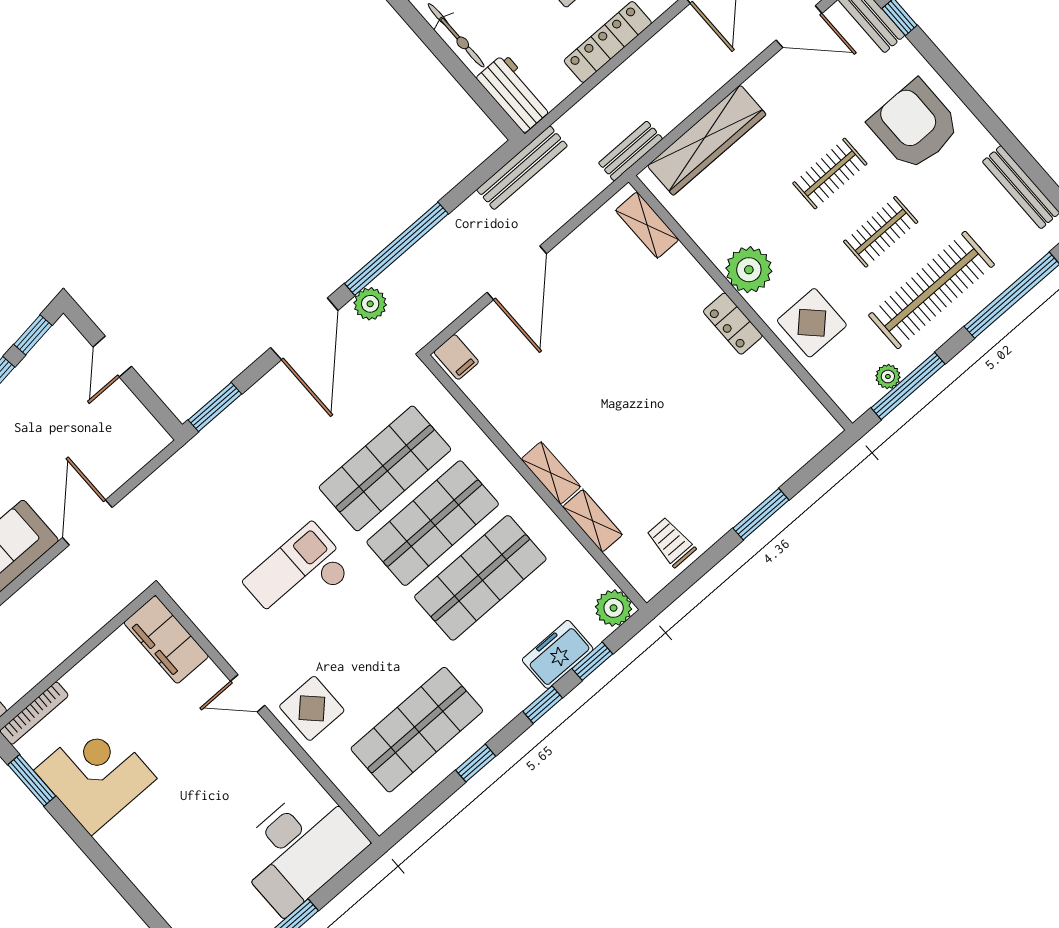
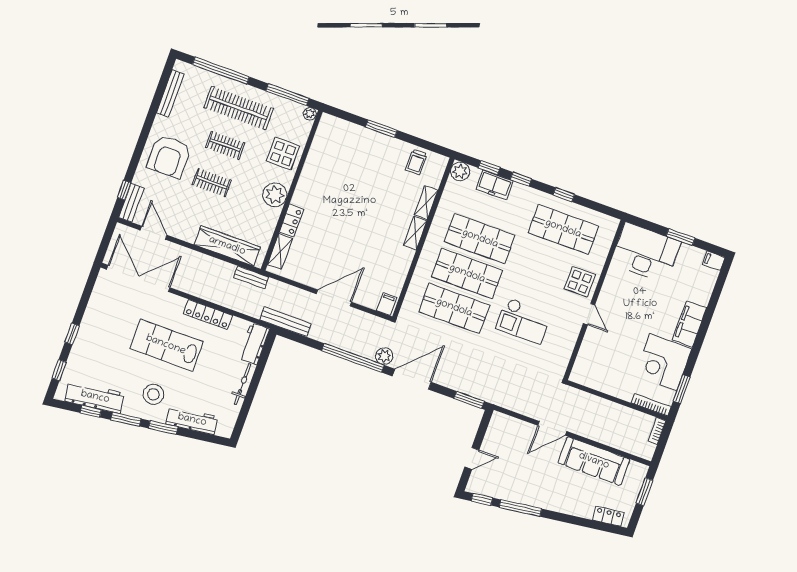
locker: (733, 324) -> (291, 221), moved
plant: (888, 377) -> (310, 114), moved
filing cabinet: (166, 640) -> (689, 324), moved, turned 180

